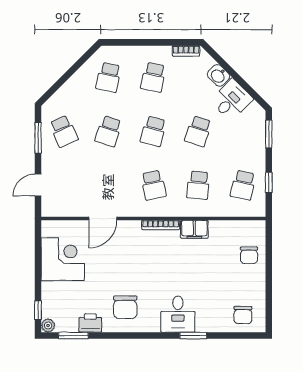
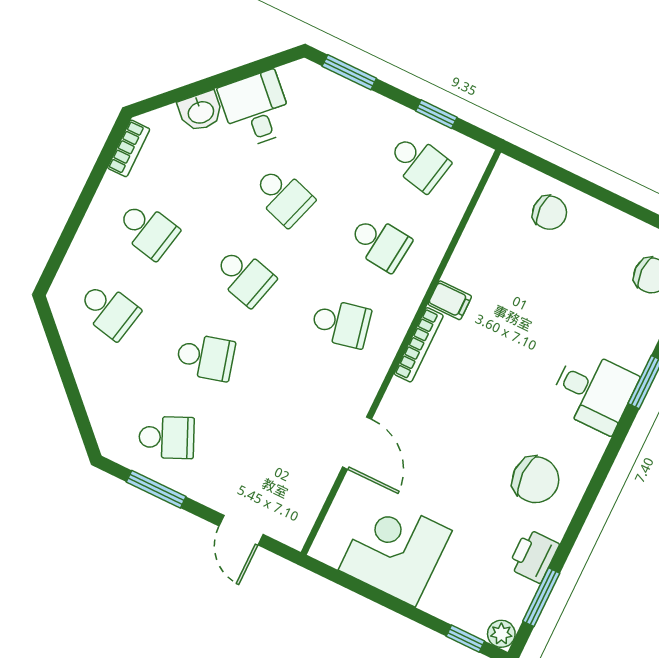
school desk: (109, 131) -> (205, 357), turned -33
filing cabinet: (194, 229) -> (450, 300), width x0.50

